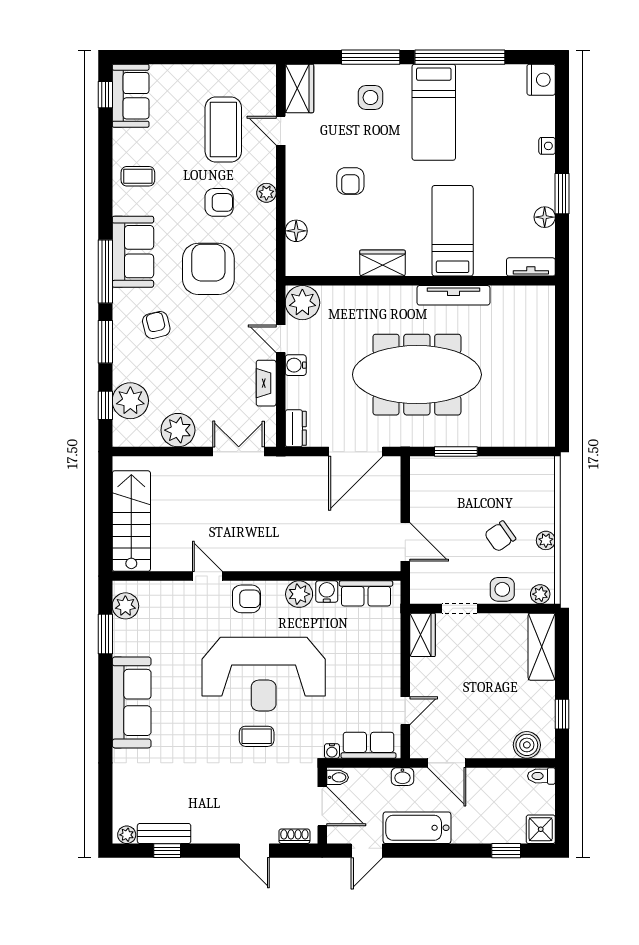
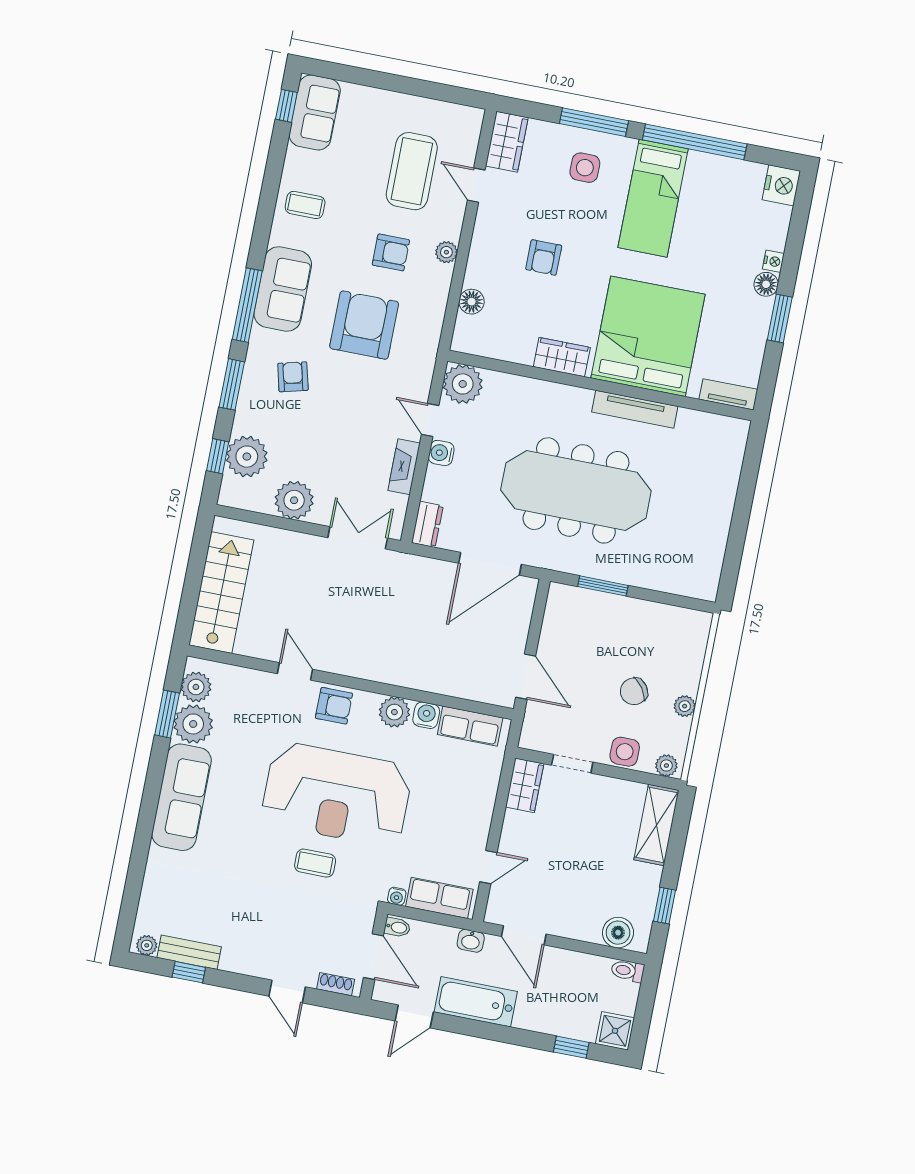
floor lamp: (545, 217) -> (766, 284), moved
bed: (453, 231) -> (648, 336), width x2.04
plant: (129, 638) -> (193, 724), added

